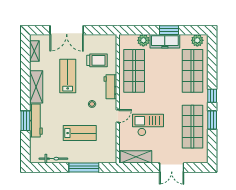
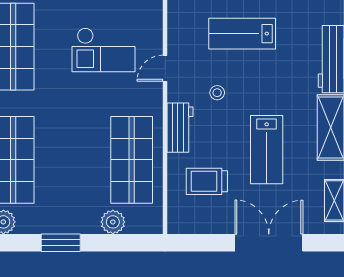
freezer: (165, 41) -> (69, 220), removed

